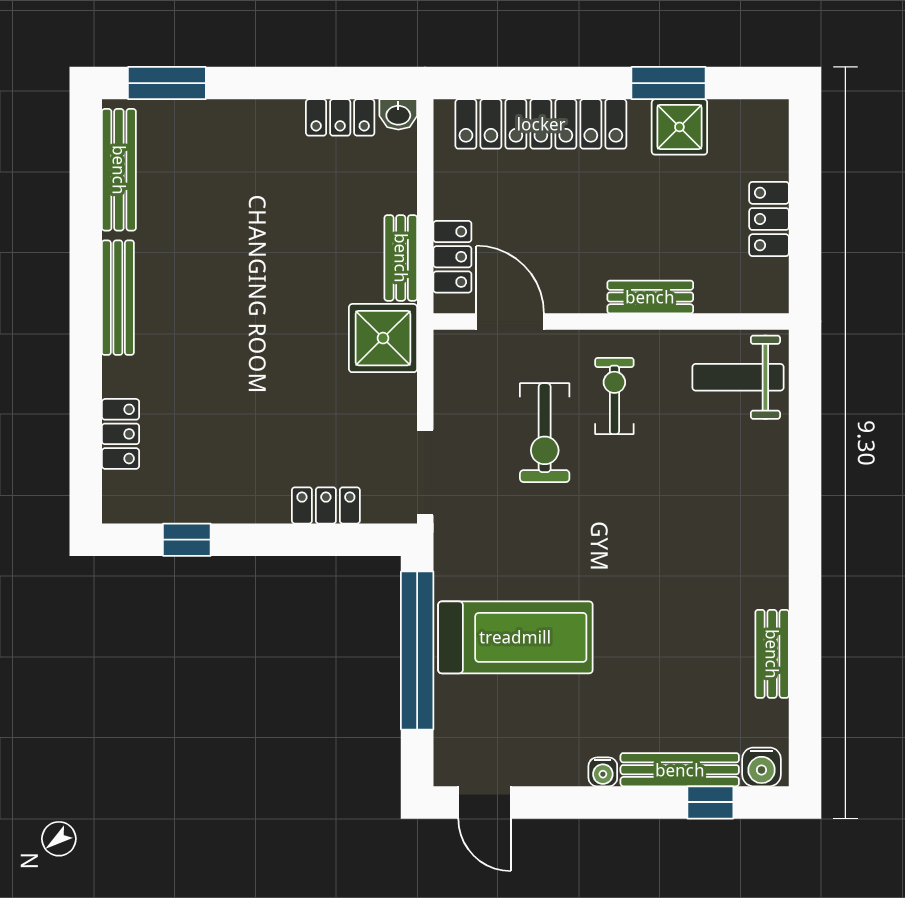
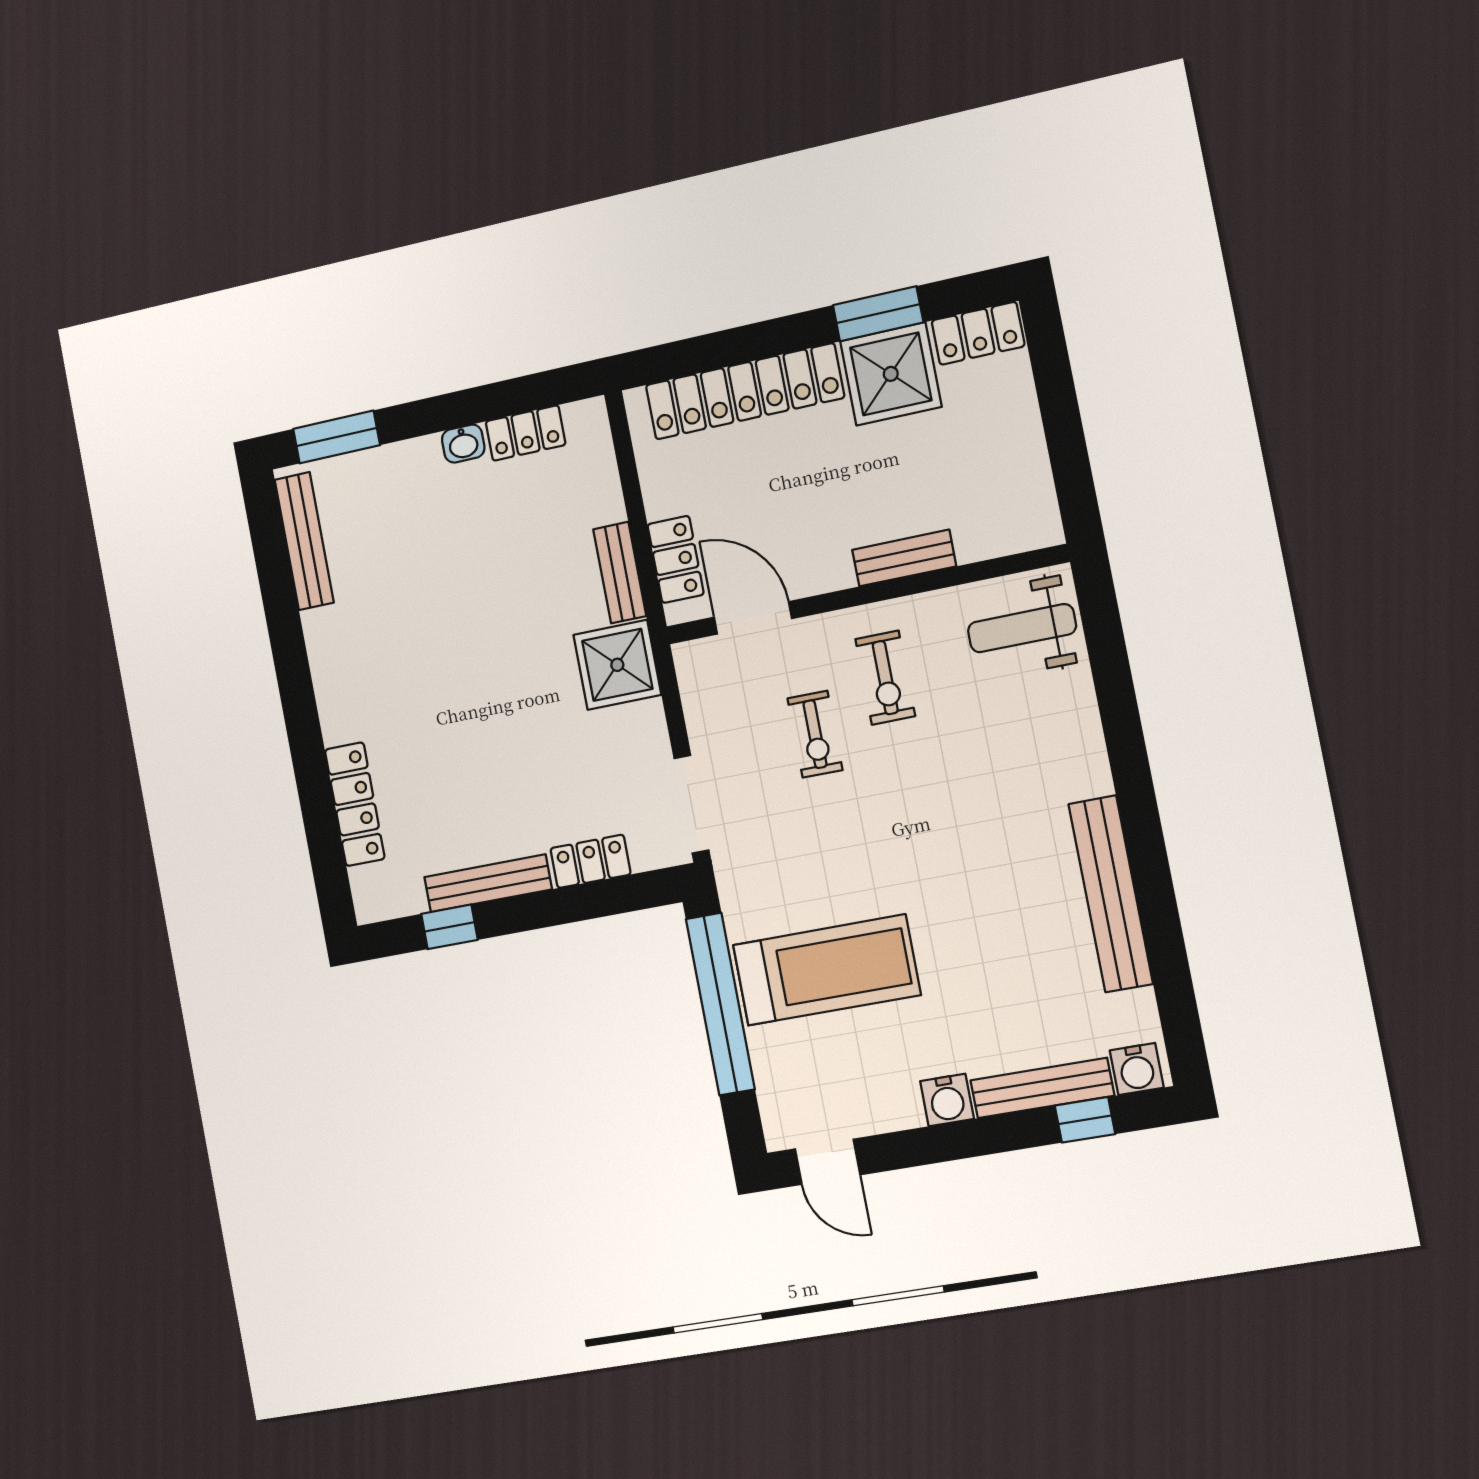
washbasin: (398, 114) -> (463, 444), moved
shower: (679, 127) -> (891, 374), width x1.36, depth x1.36
locker: (769, 219) -> (978, 333), moved, turned -90
bench: (118, 298) -> (488, 883), moved, turned 90
exercise bike: (614, 396) -> (885, 678), turned 180
exercise bike: (545, 433) -> (815, 734), width x0.73, depth x0.72
locker: (120, 434) -> (355, 804), width x1.53
bench: (772, 654) -> (1111, 894), width x1.86, depth x1.21
water cooler: (603, 772) -> (947, 1100), width x1.38, depth x1.38

